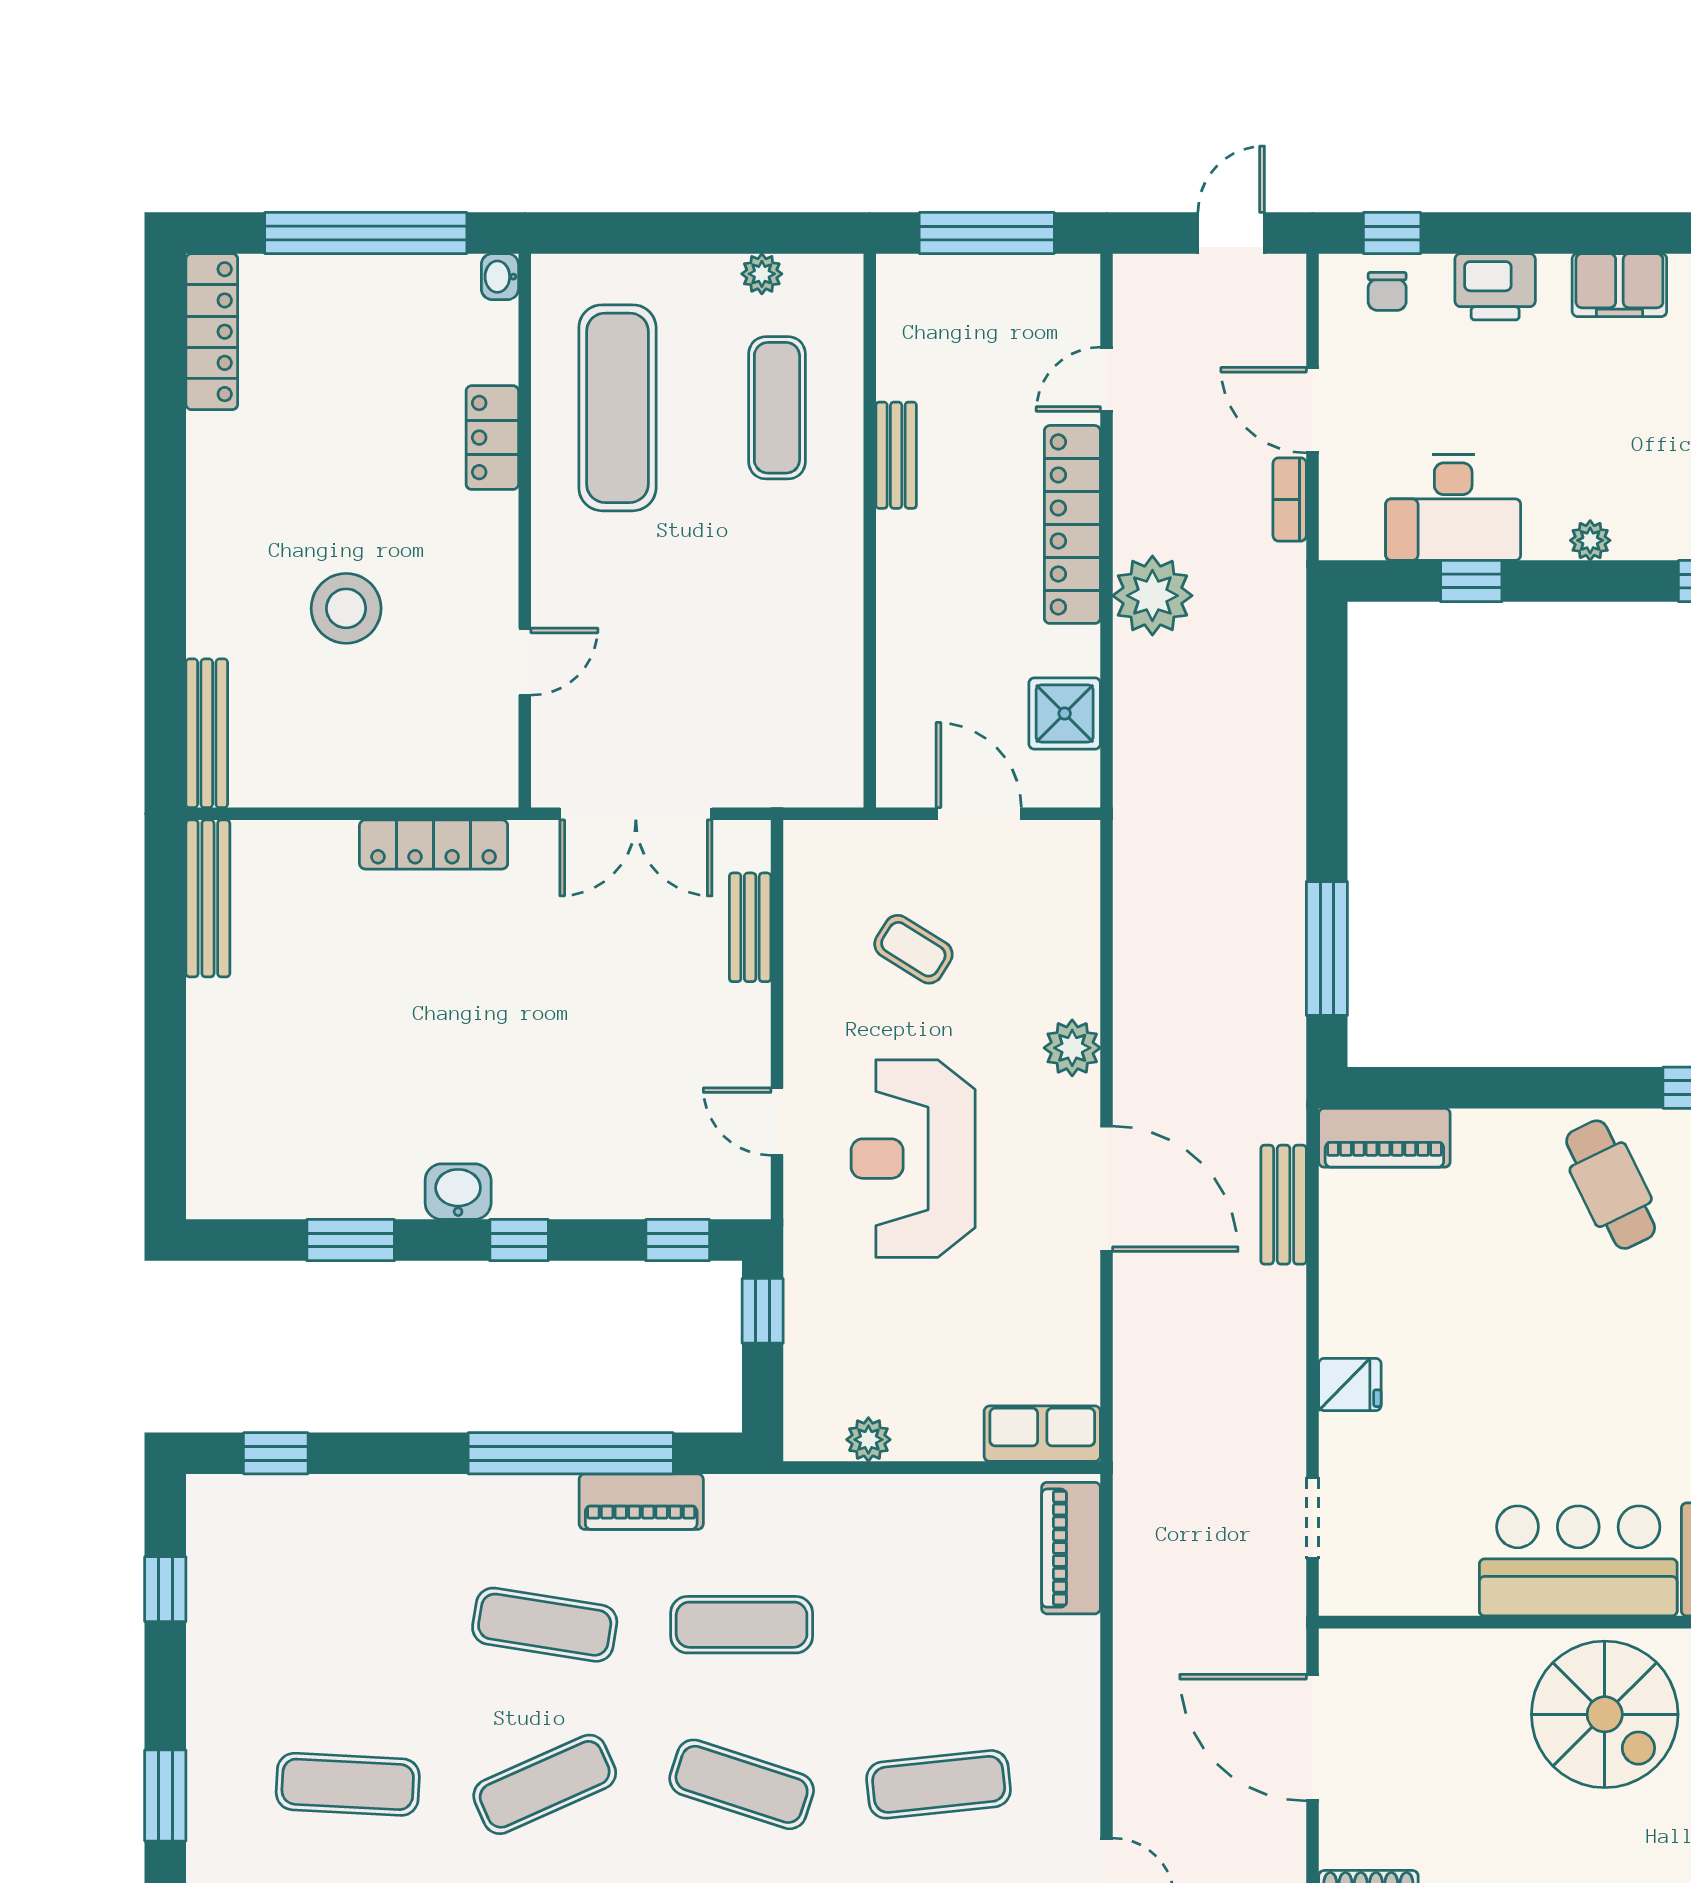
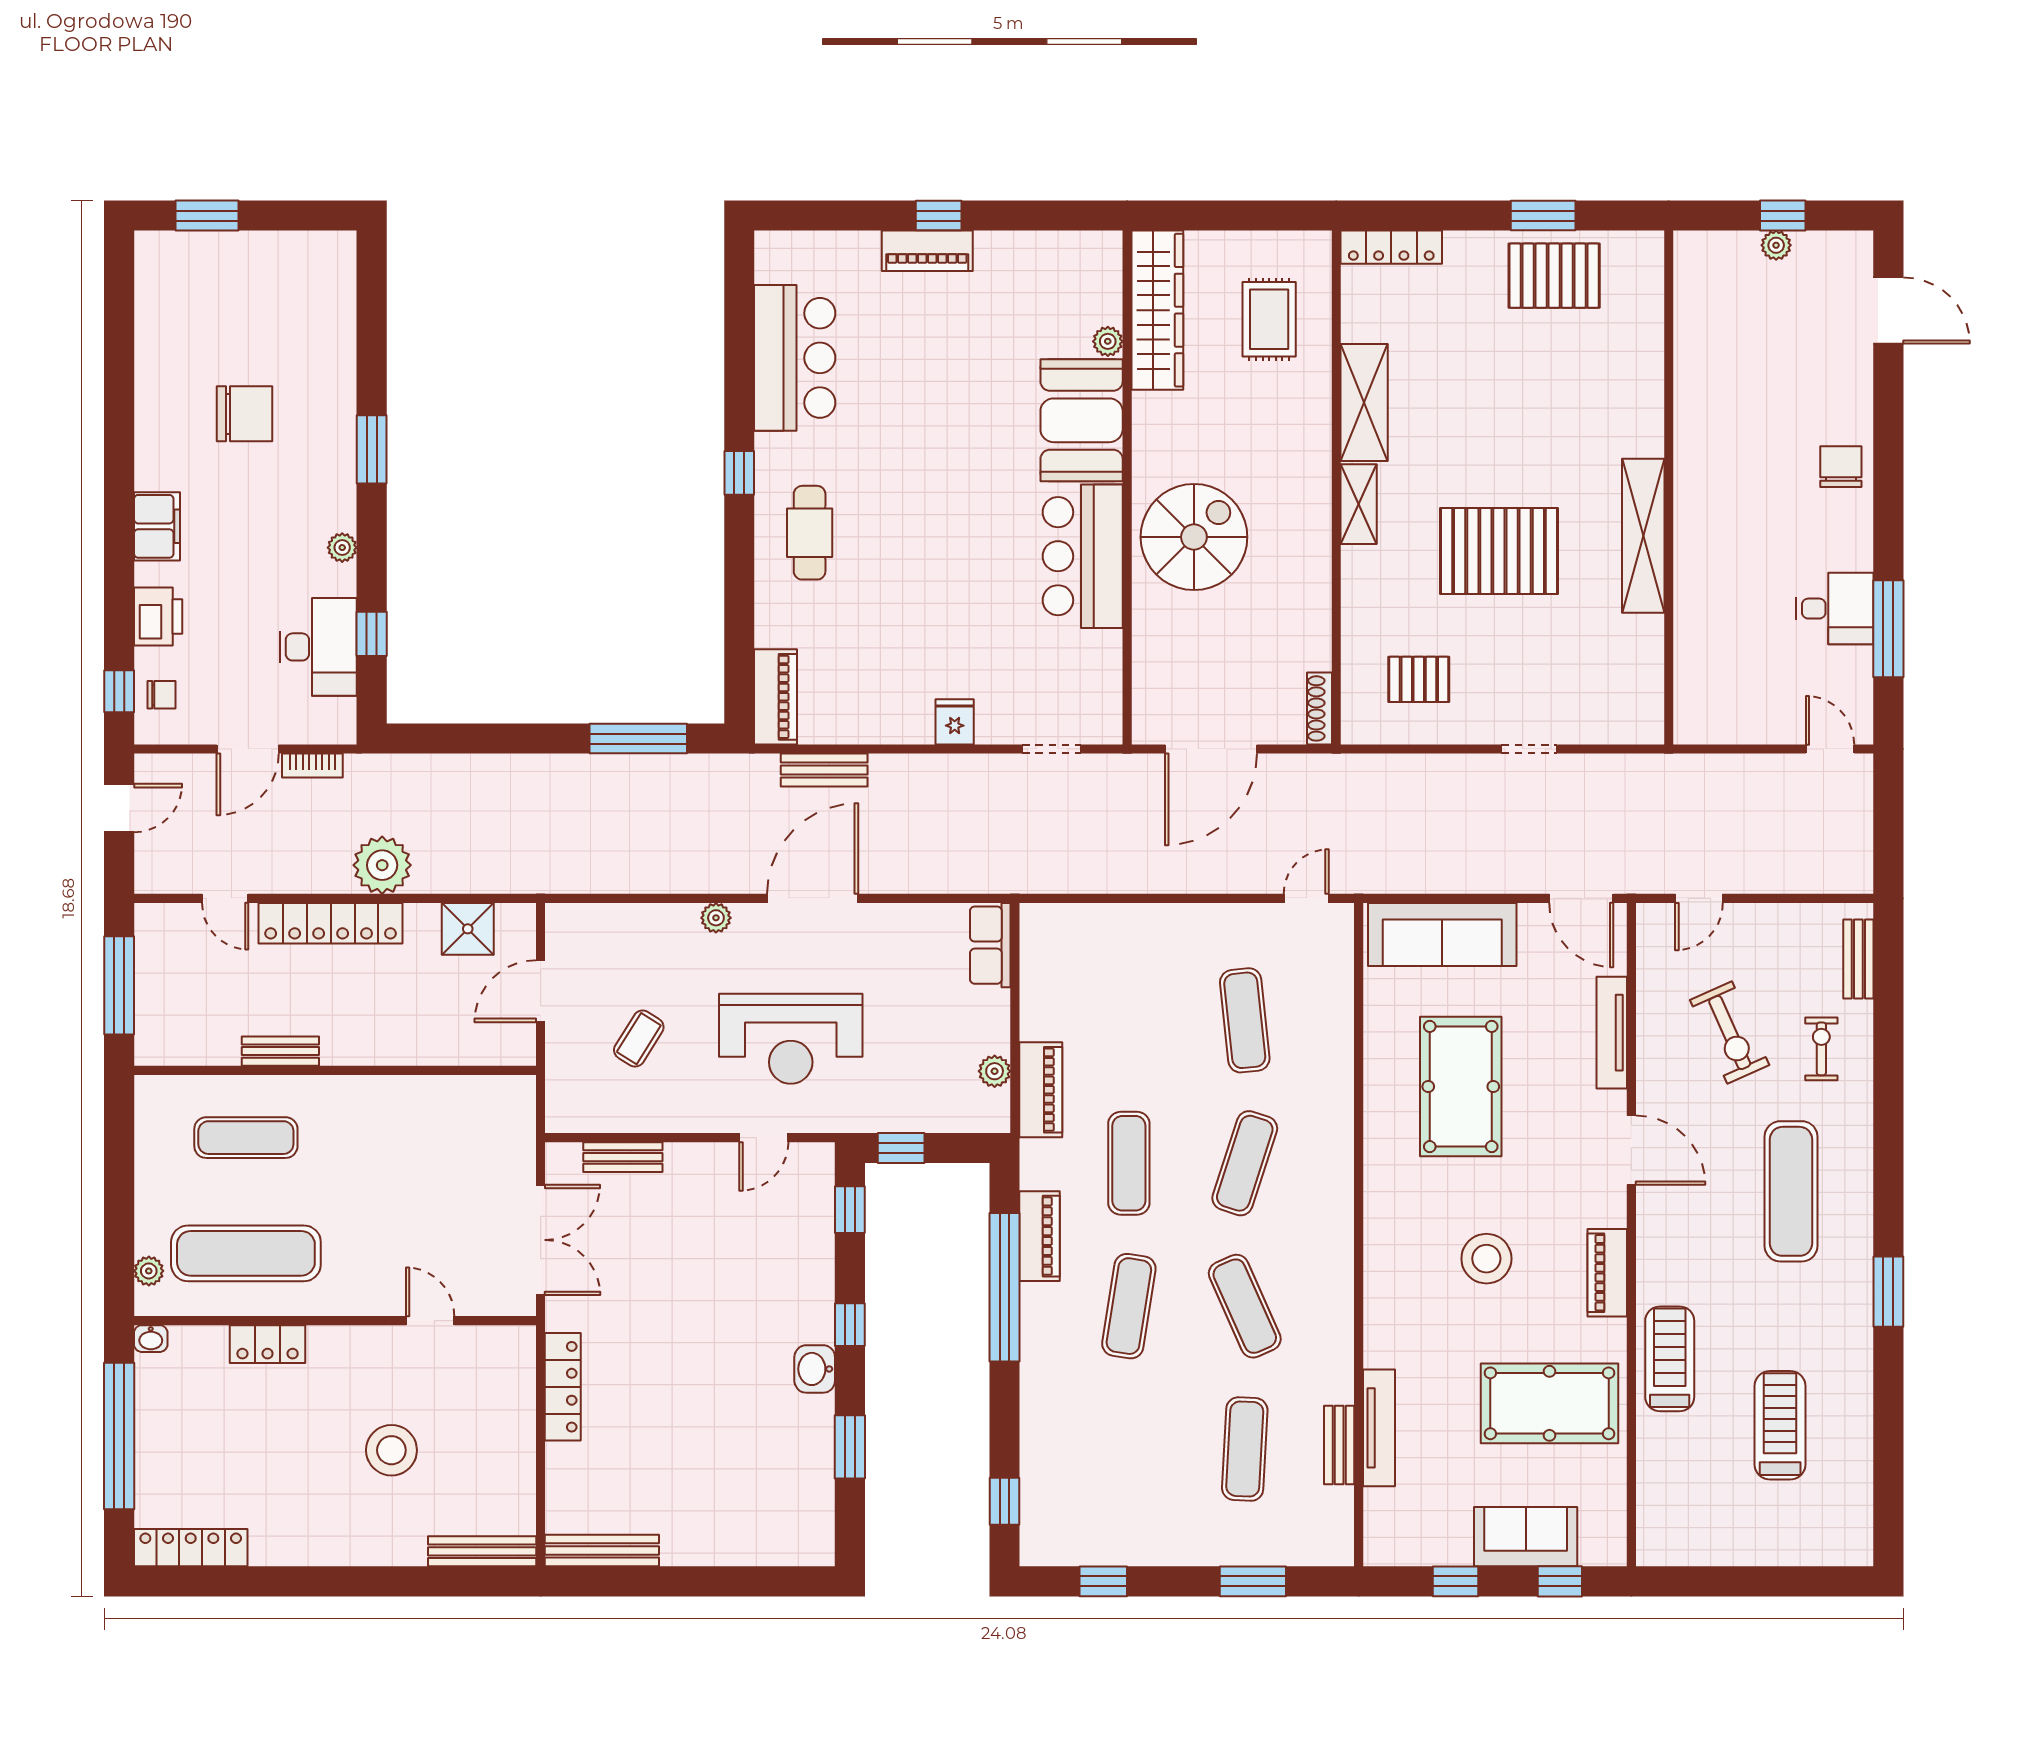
door: (1231, 233) -> (119, 808), swing flipped
plant: (762, 274) -> (149, 1271), moved
plant: (1072, 1048) -> (716, 918), width x0.73, depth x0.73
cafe table: (1611, 1185) -> (810, 533), turned -64
piano: (1071, 1548) -> (1041, 1090), moved, turned -90

